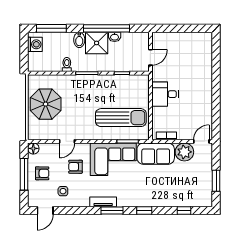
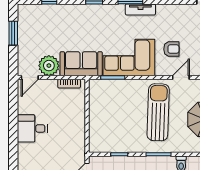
desk: (165, 94) -> (32, 128), moved, turned 180
sun lounger: (121, 118) -> (158, 112), moved, turned 92
side table: (63, 191) -> (185, 22), removed

